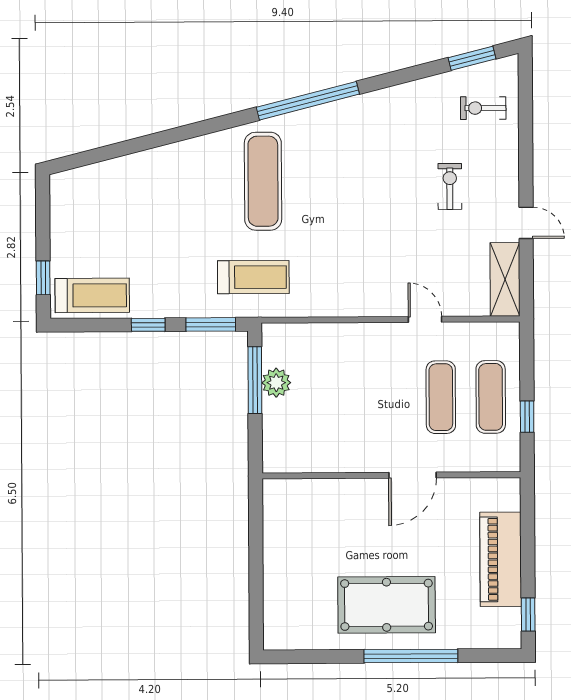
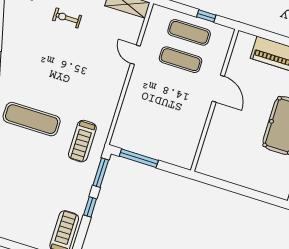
treadmill: (253, 277) -> (82, 141), turned 180
door: (425, 319) -> (135, 55), hinge flipped
plant: (276, 383) -> (144, 147), removed

